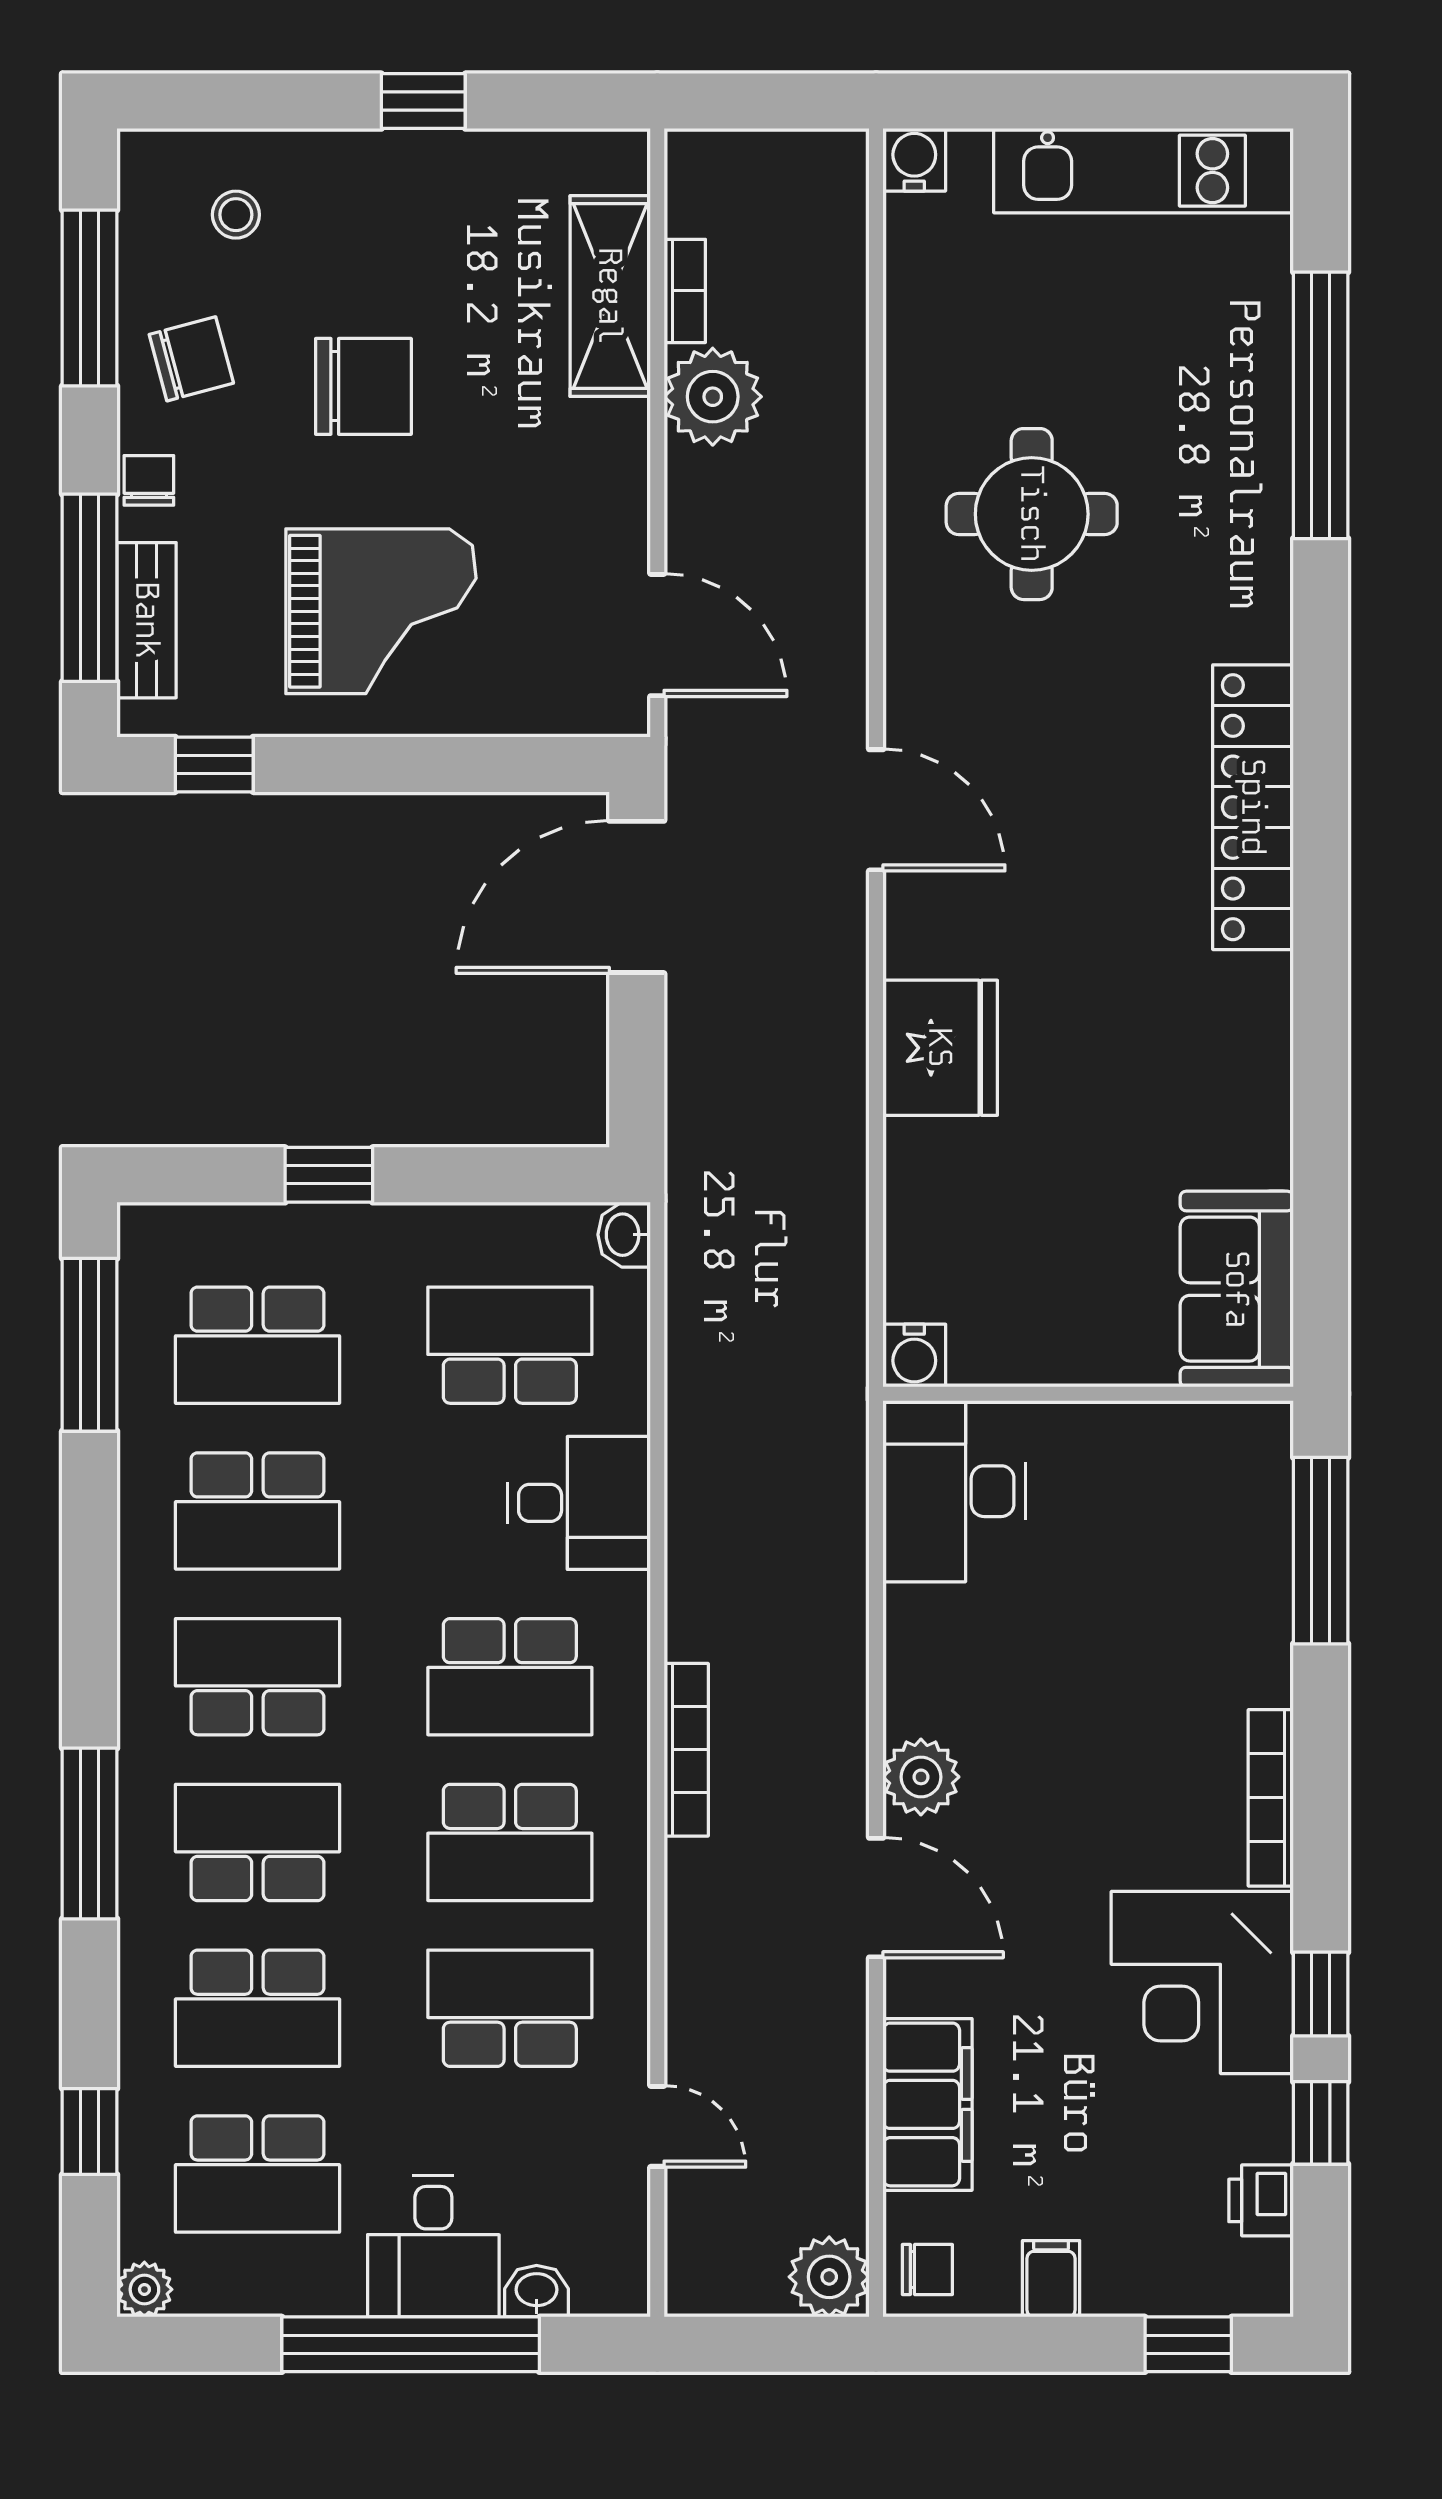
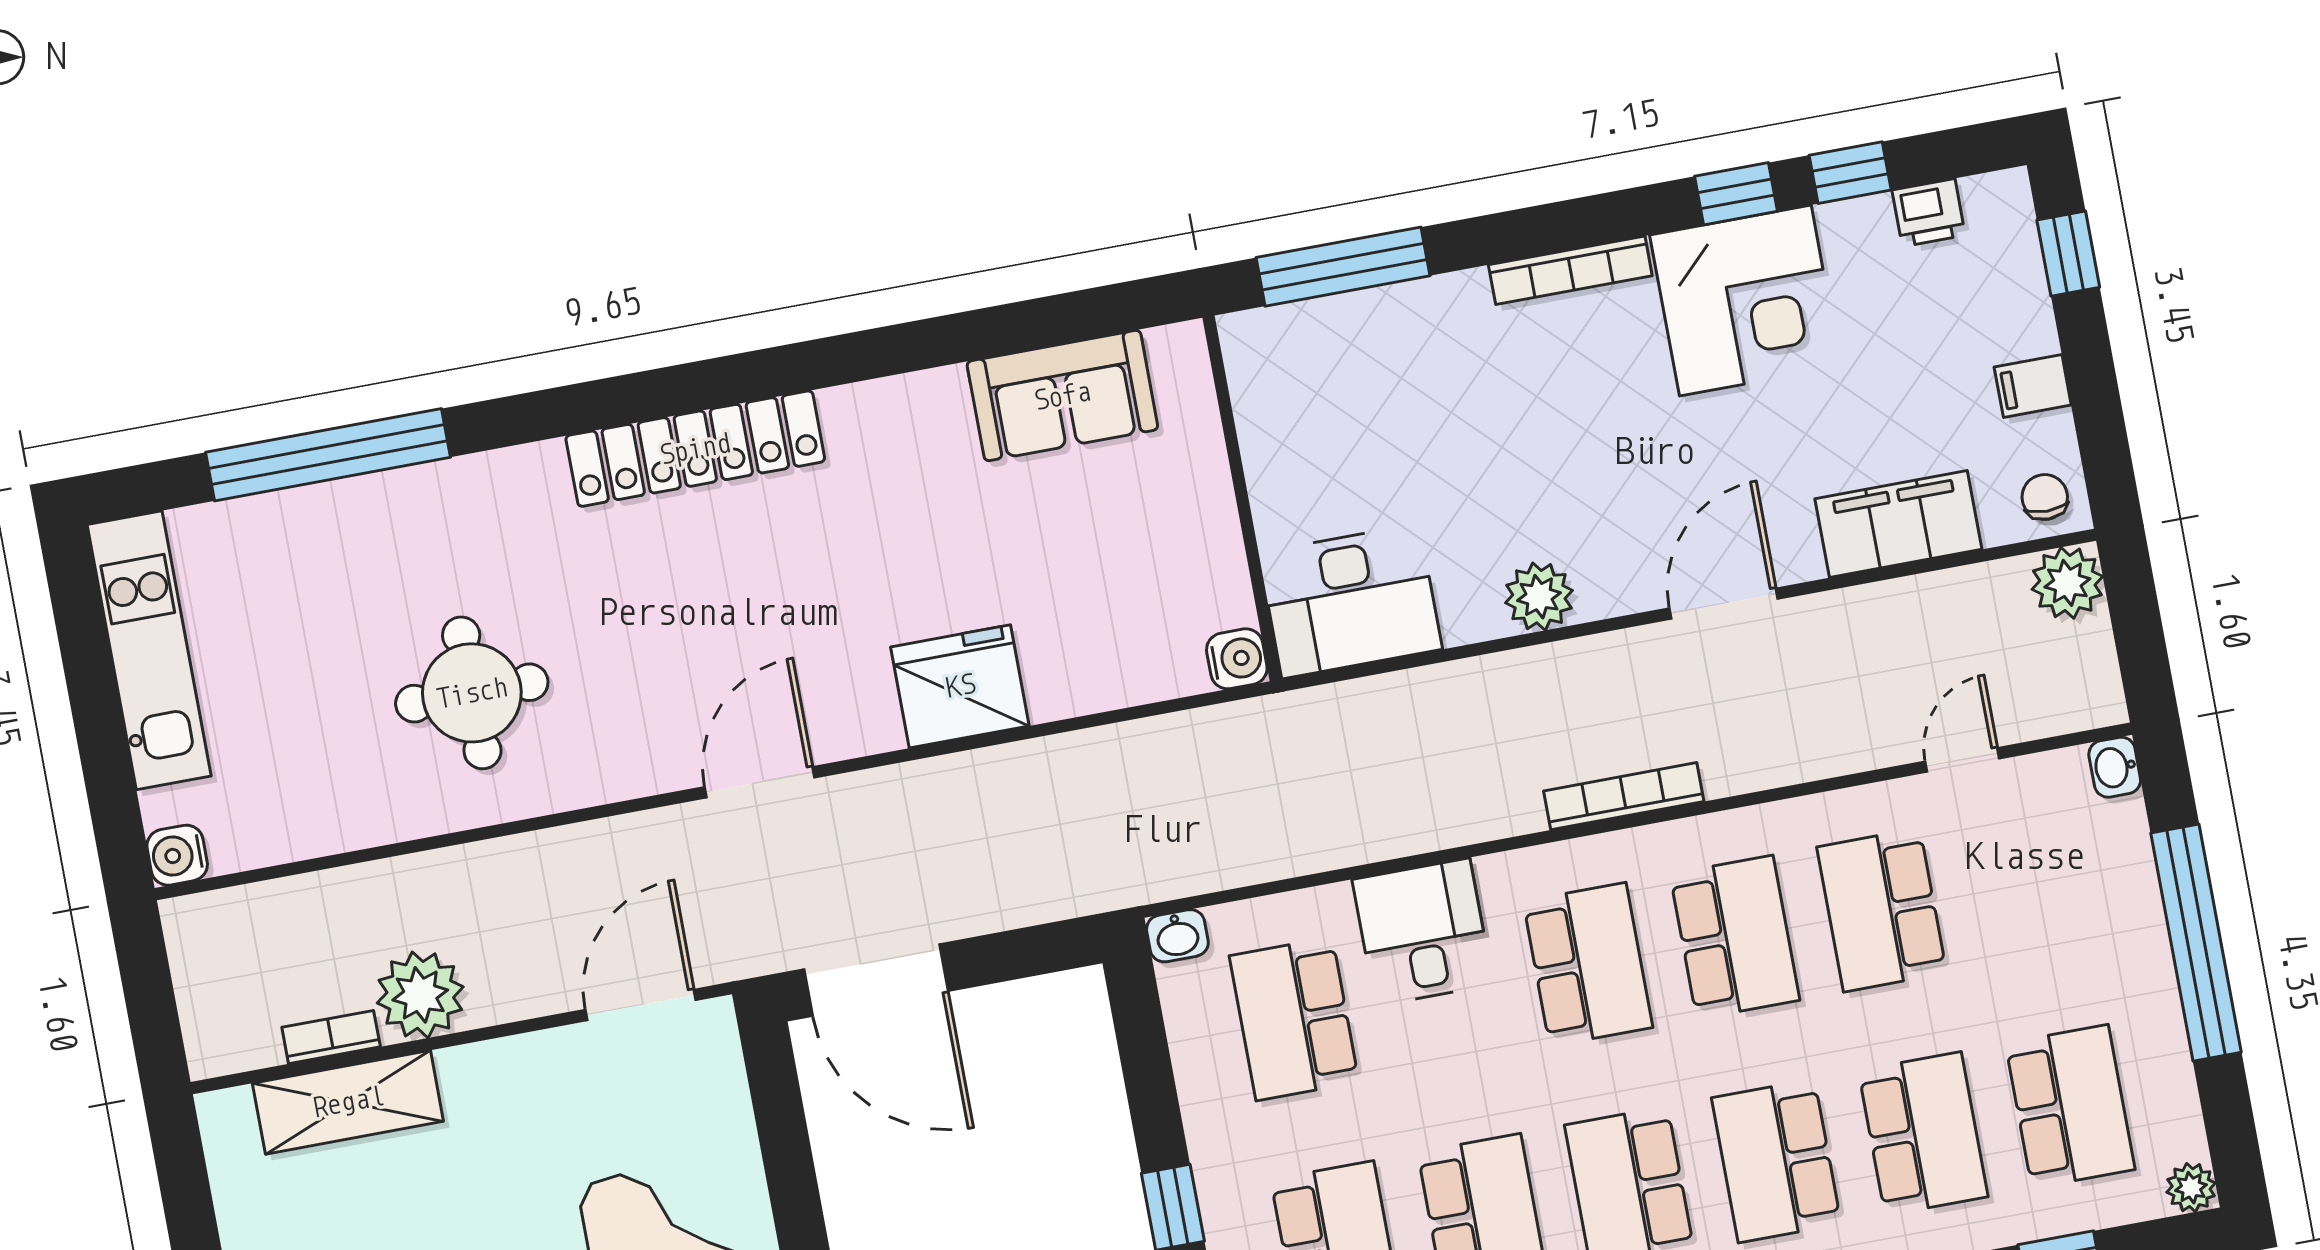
sofa: (1237, 1289) -> (1062, 396), moved
plant: (921, 1777) -> (1539, 597), moved
desk: (433, 2246) -> (2105, 939), removed
washbasin: (537, 2291) -> (2115, 767), moved

